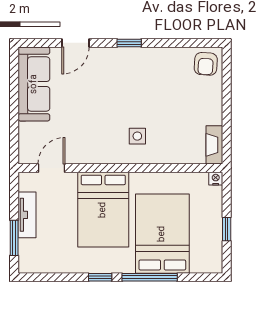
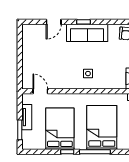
sofa: (34, 84) -> (87, 33), moved, turned 90
door: (51, 168) -> (40, 91), hinge flipped
bed: (103, 210) -> (60, 129), moved, turned 180

